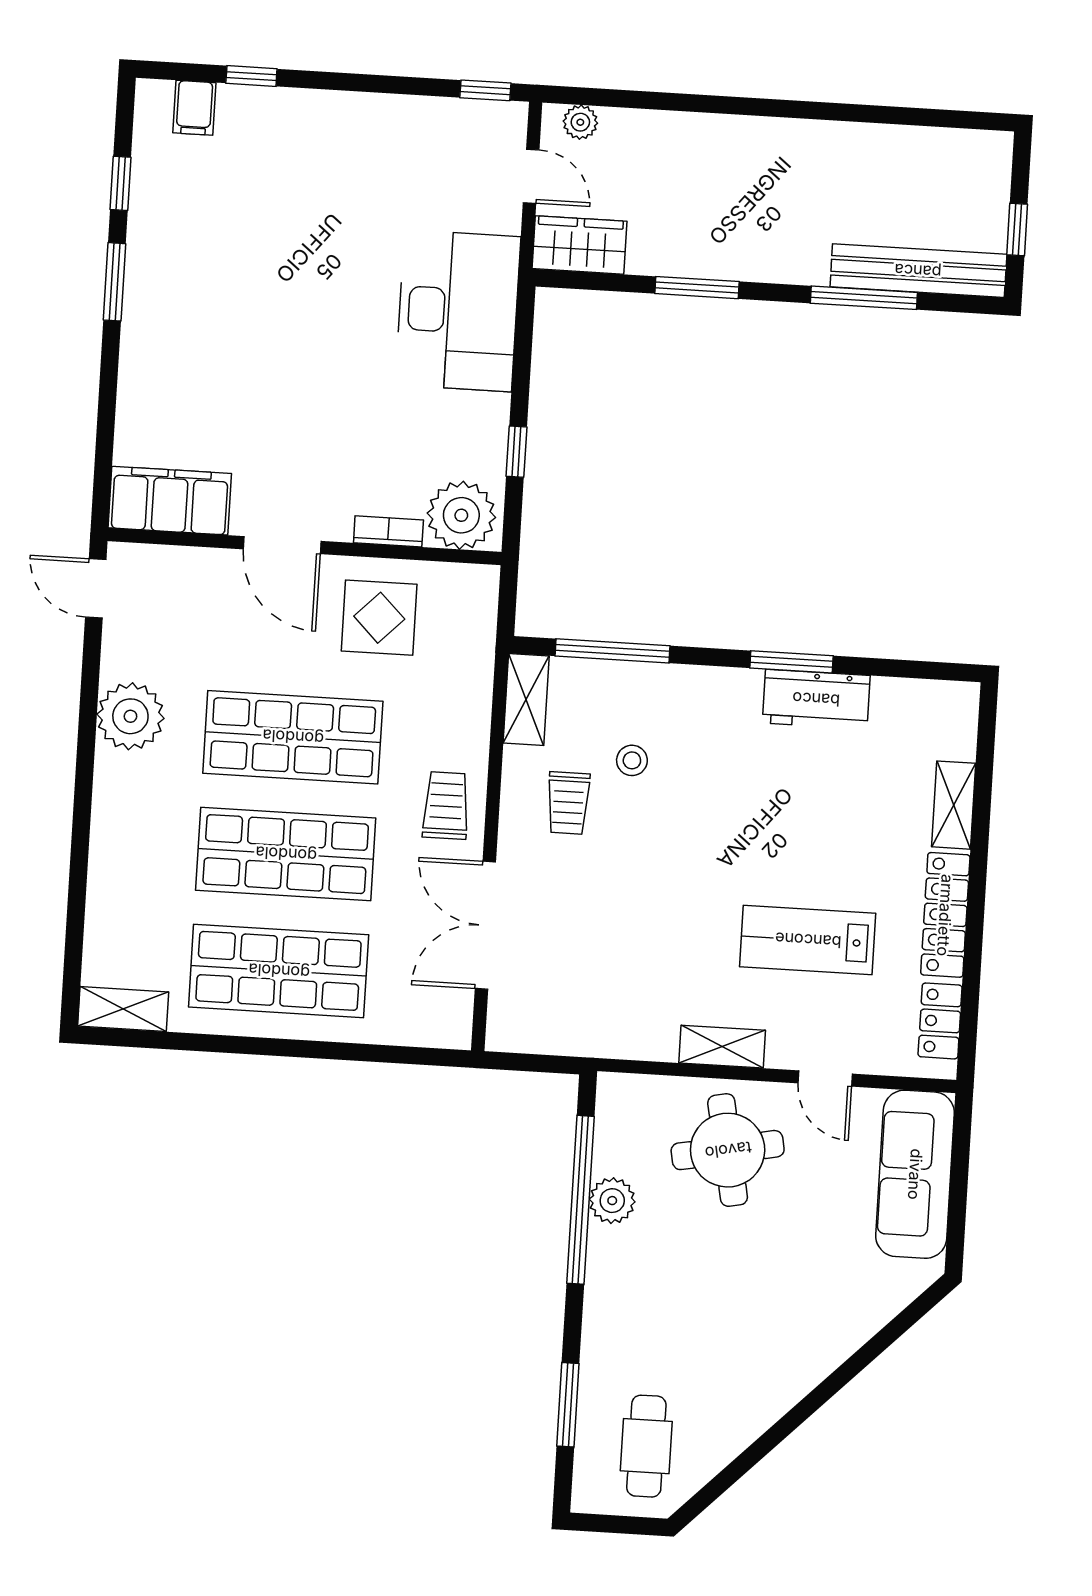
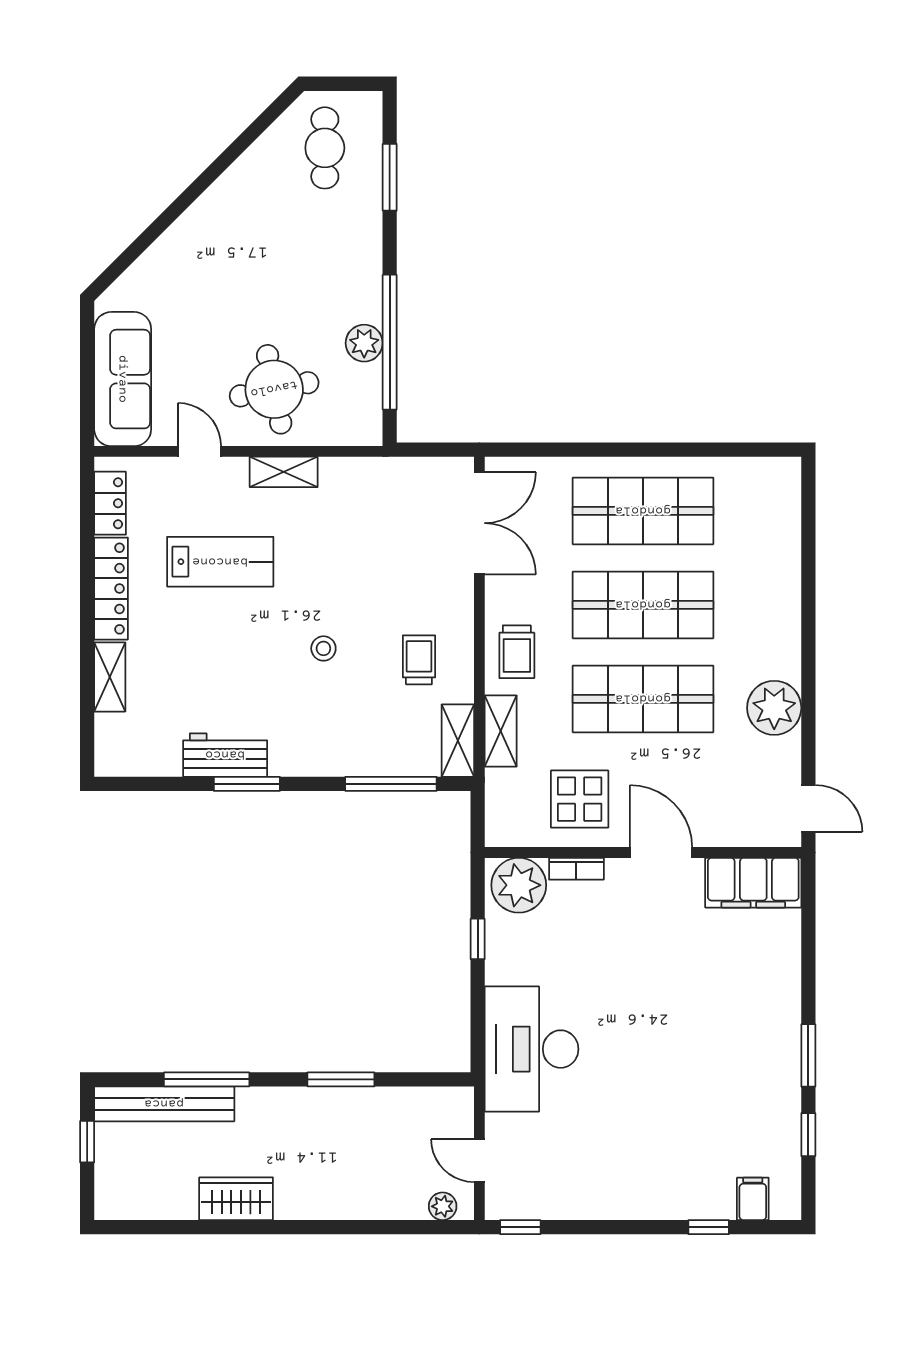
wardrobe: (580, 245) -> (236, 1199), moved, turned 180
stool: (632, 760) -> (323, 648), moved
double door: (485, 925) -> (479, 523), moved
shelving: (123, 1009) -> (501, 731), moved, turned 90

